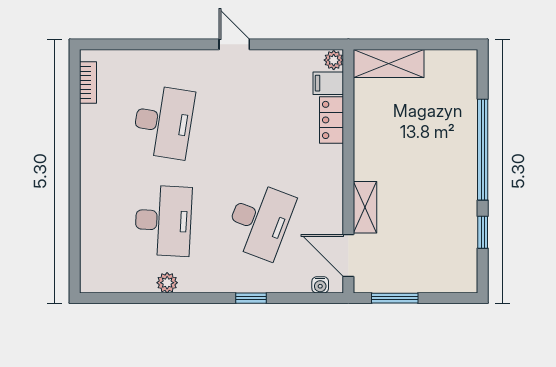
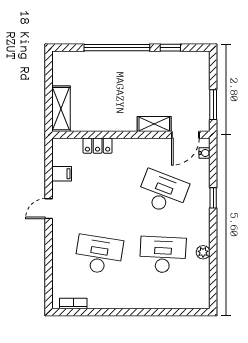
plant: (334, 60) -> (59, 144), removed
filing cabinet: (328, 83) -> (62, 174), moved, turned -90

